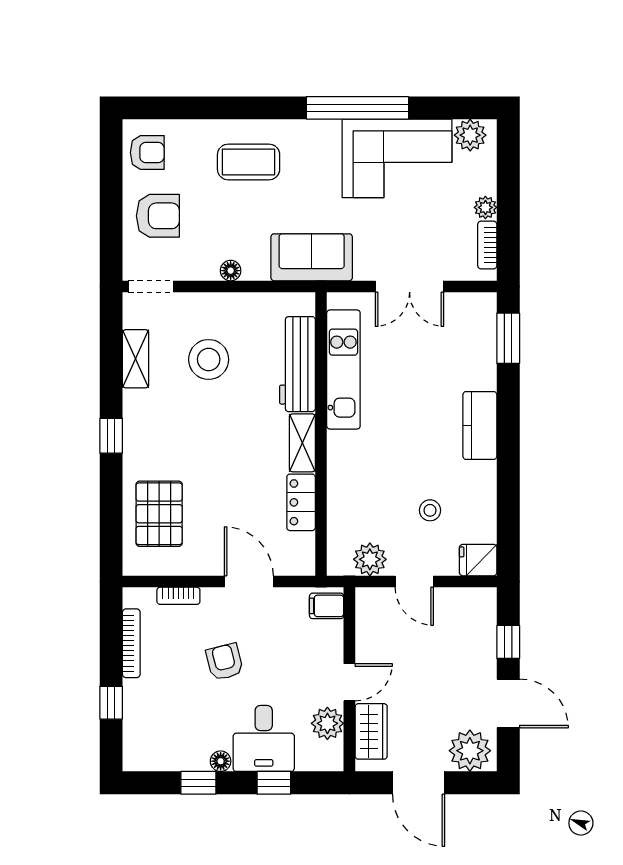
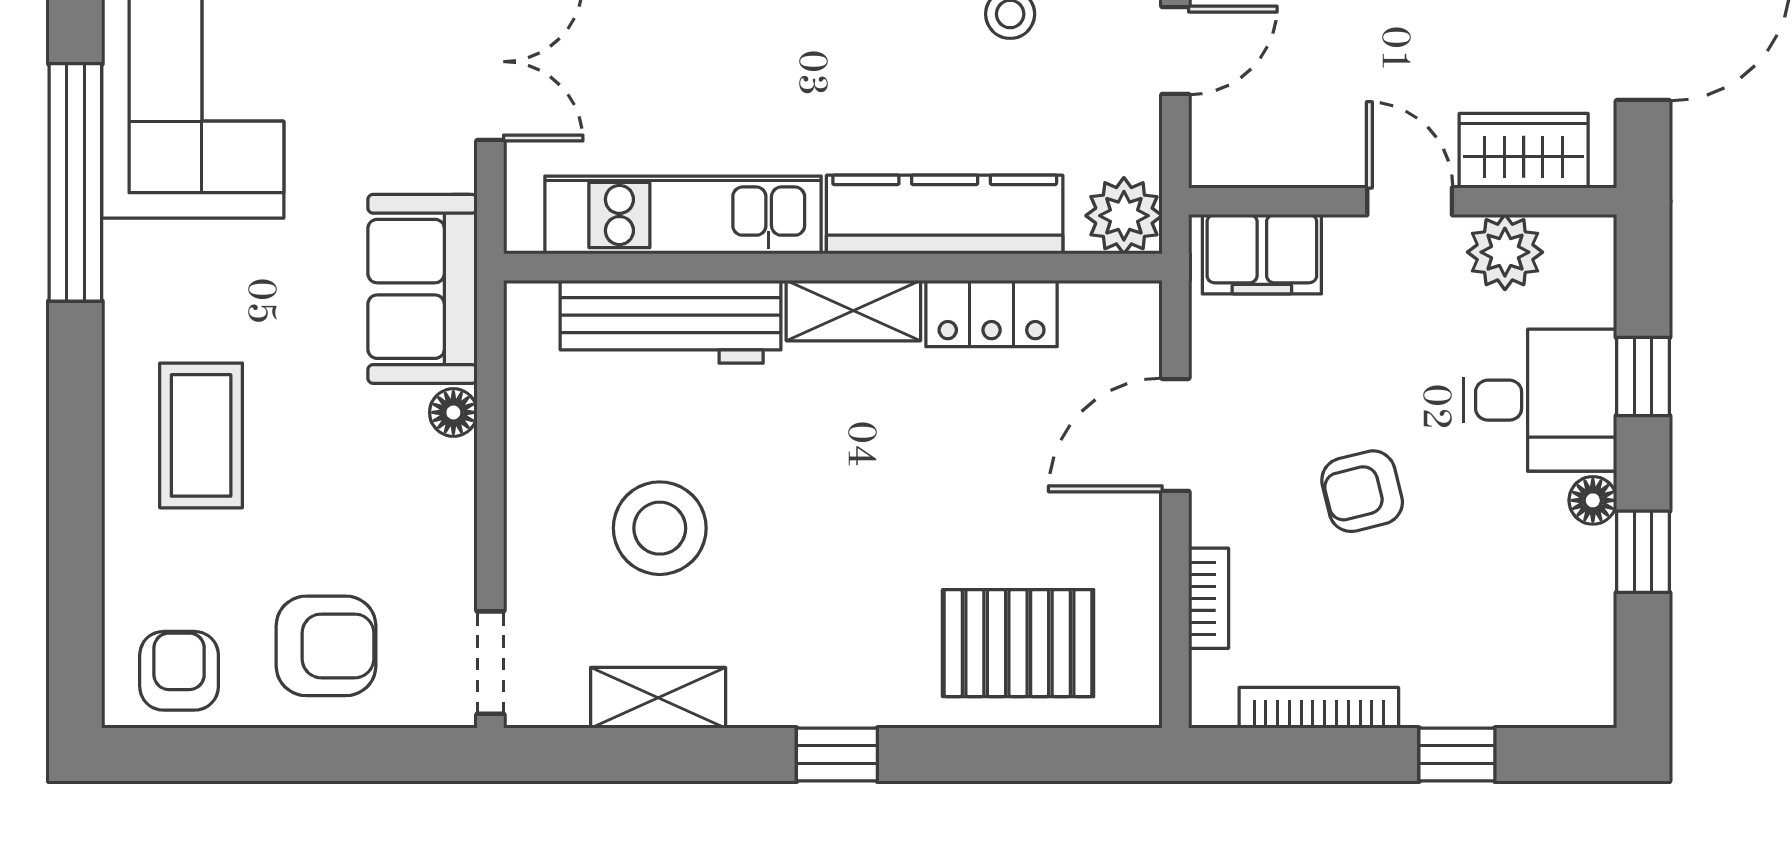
armchair: (158, 216) -> (326, 646), turned 90
floor lamp: (231, 271) -> (453, 412), moved
kitchen counter: (344, 482) -> (945, 215), added
plant: (370, 559) -> (1124, 216), moved
filing cabinet: (327, 606) -> (1262, 254), width x2.00

